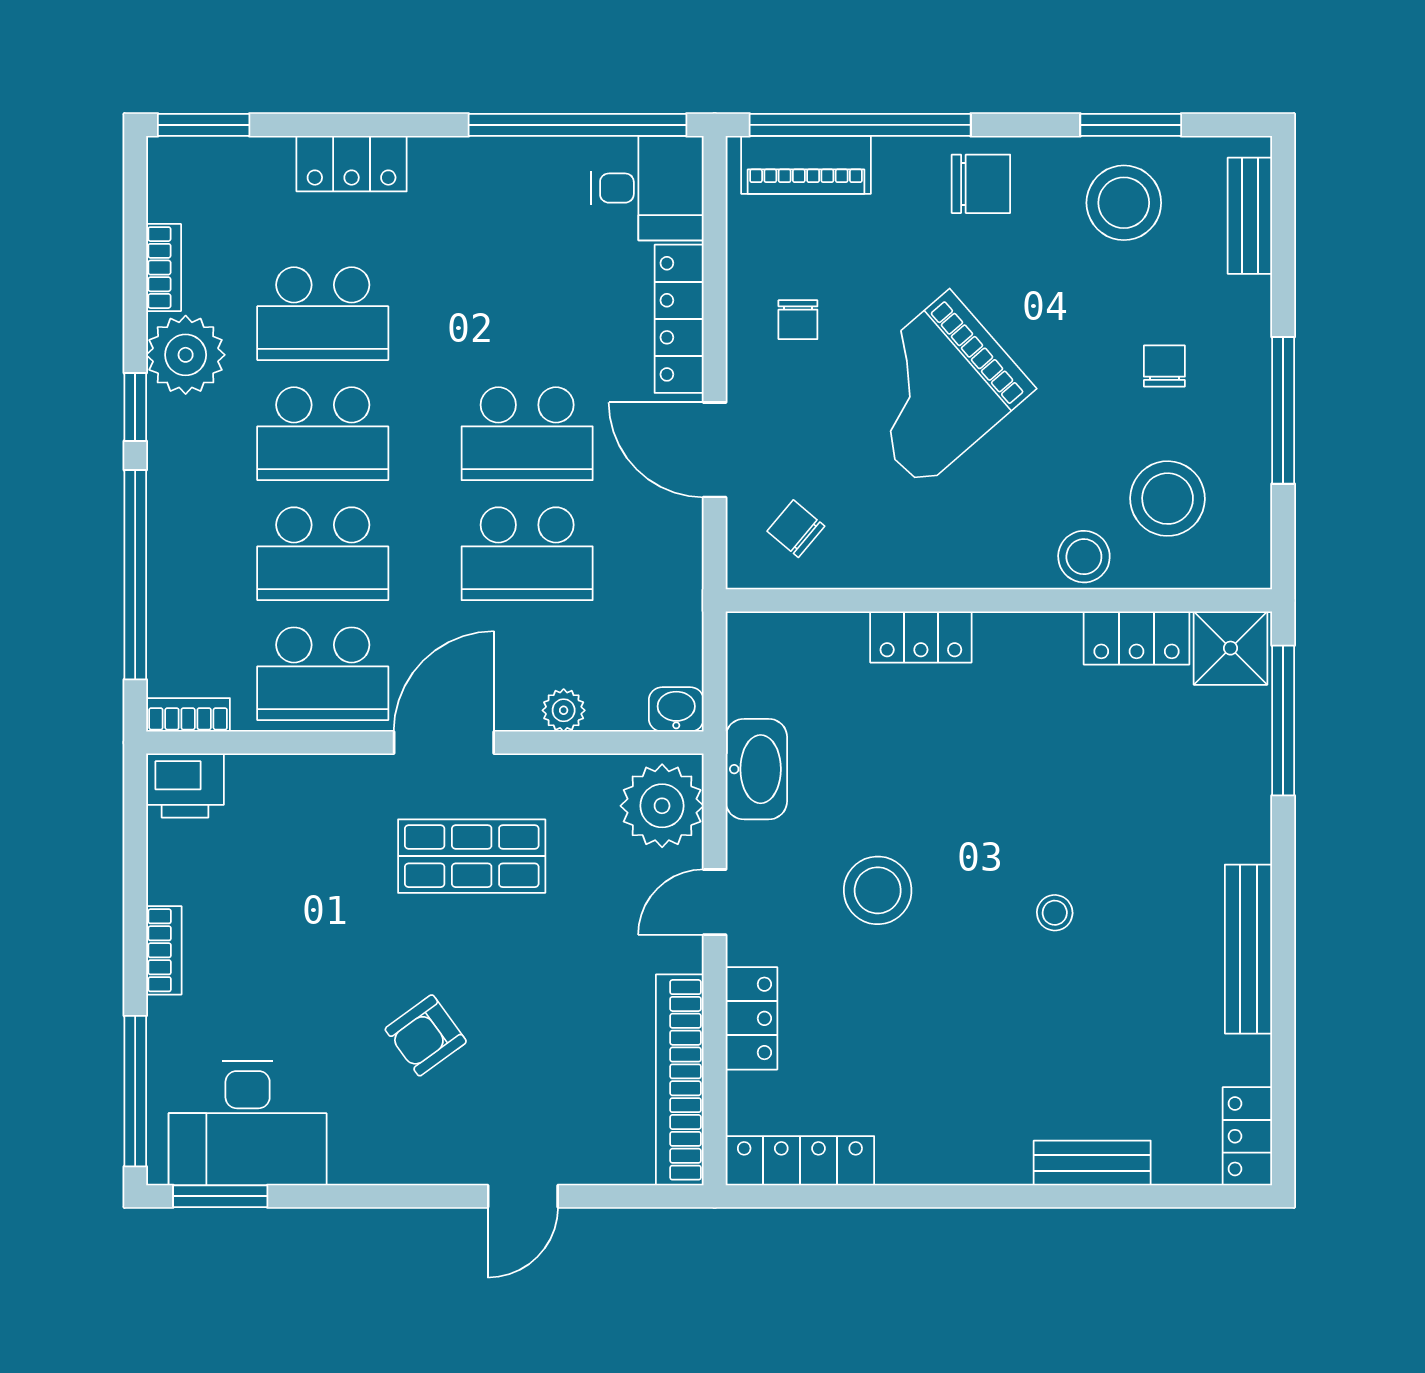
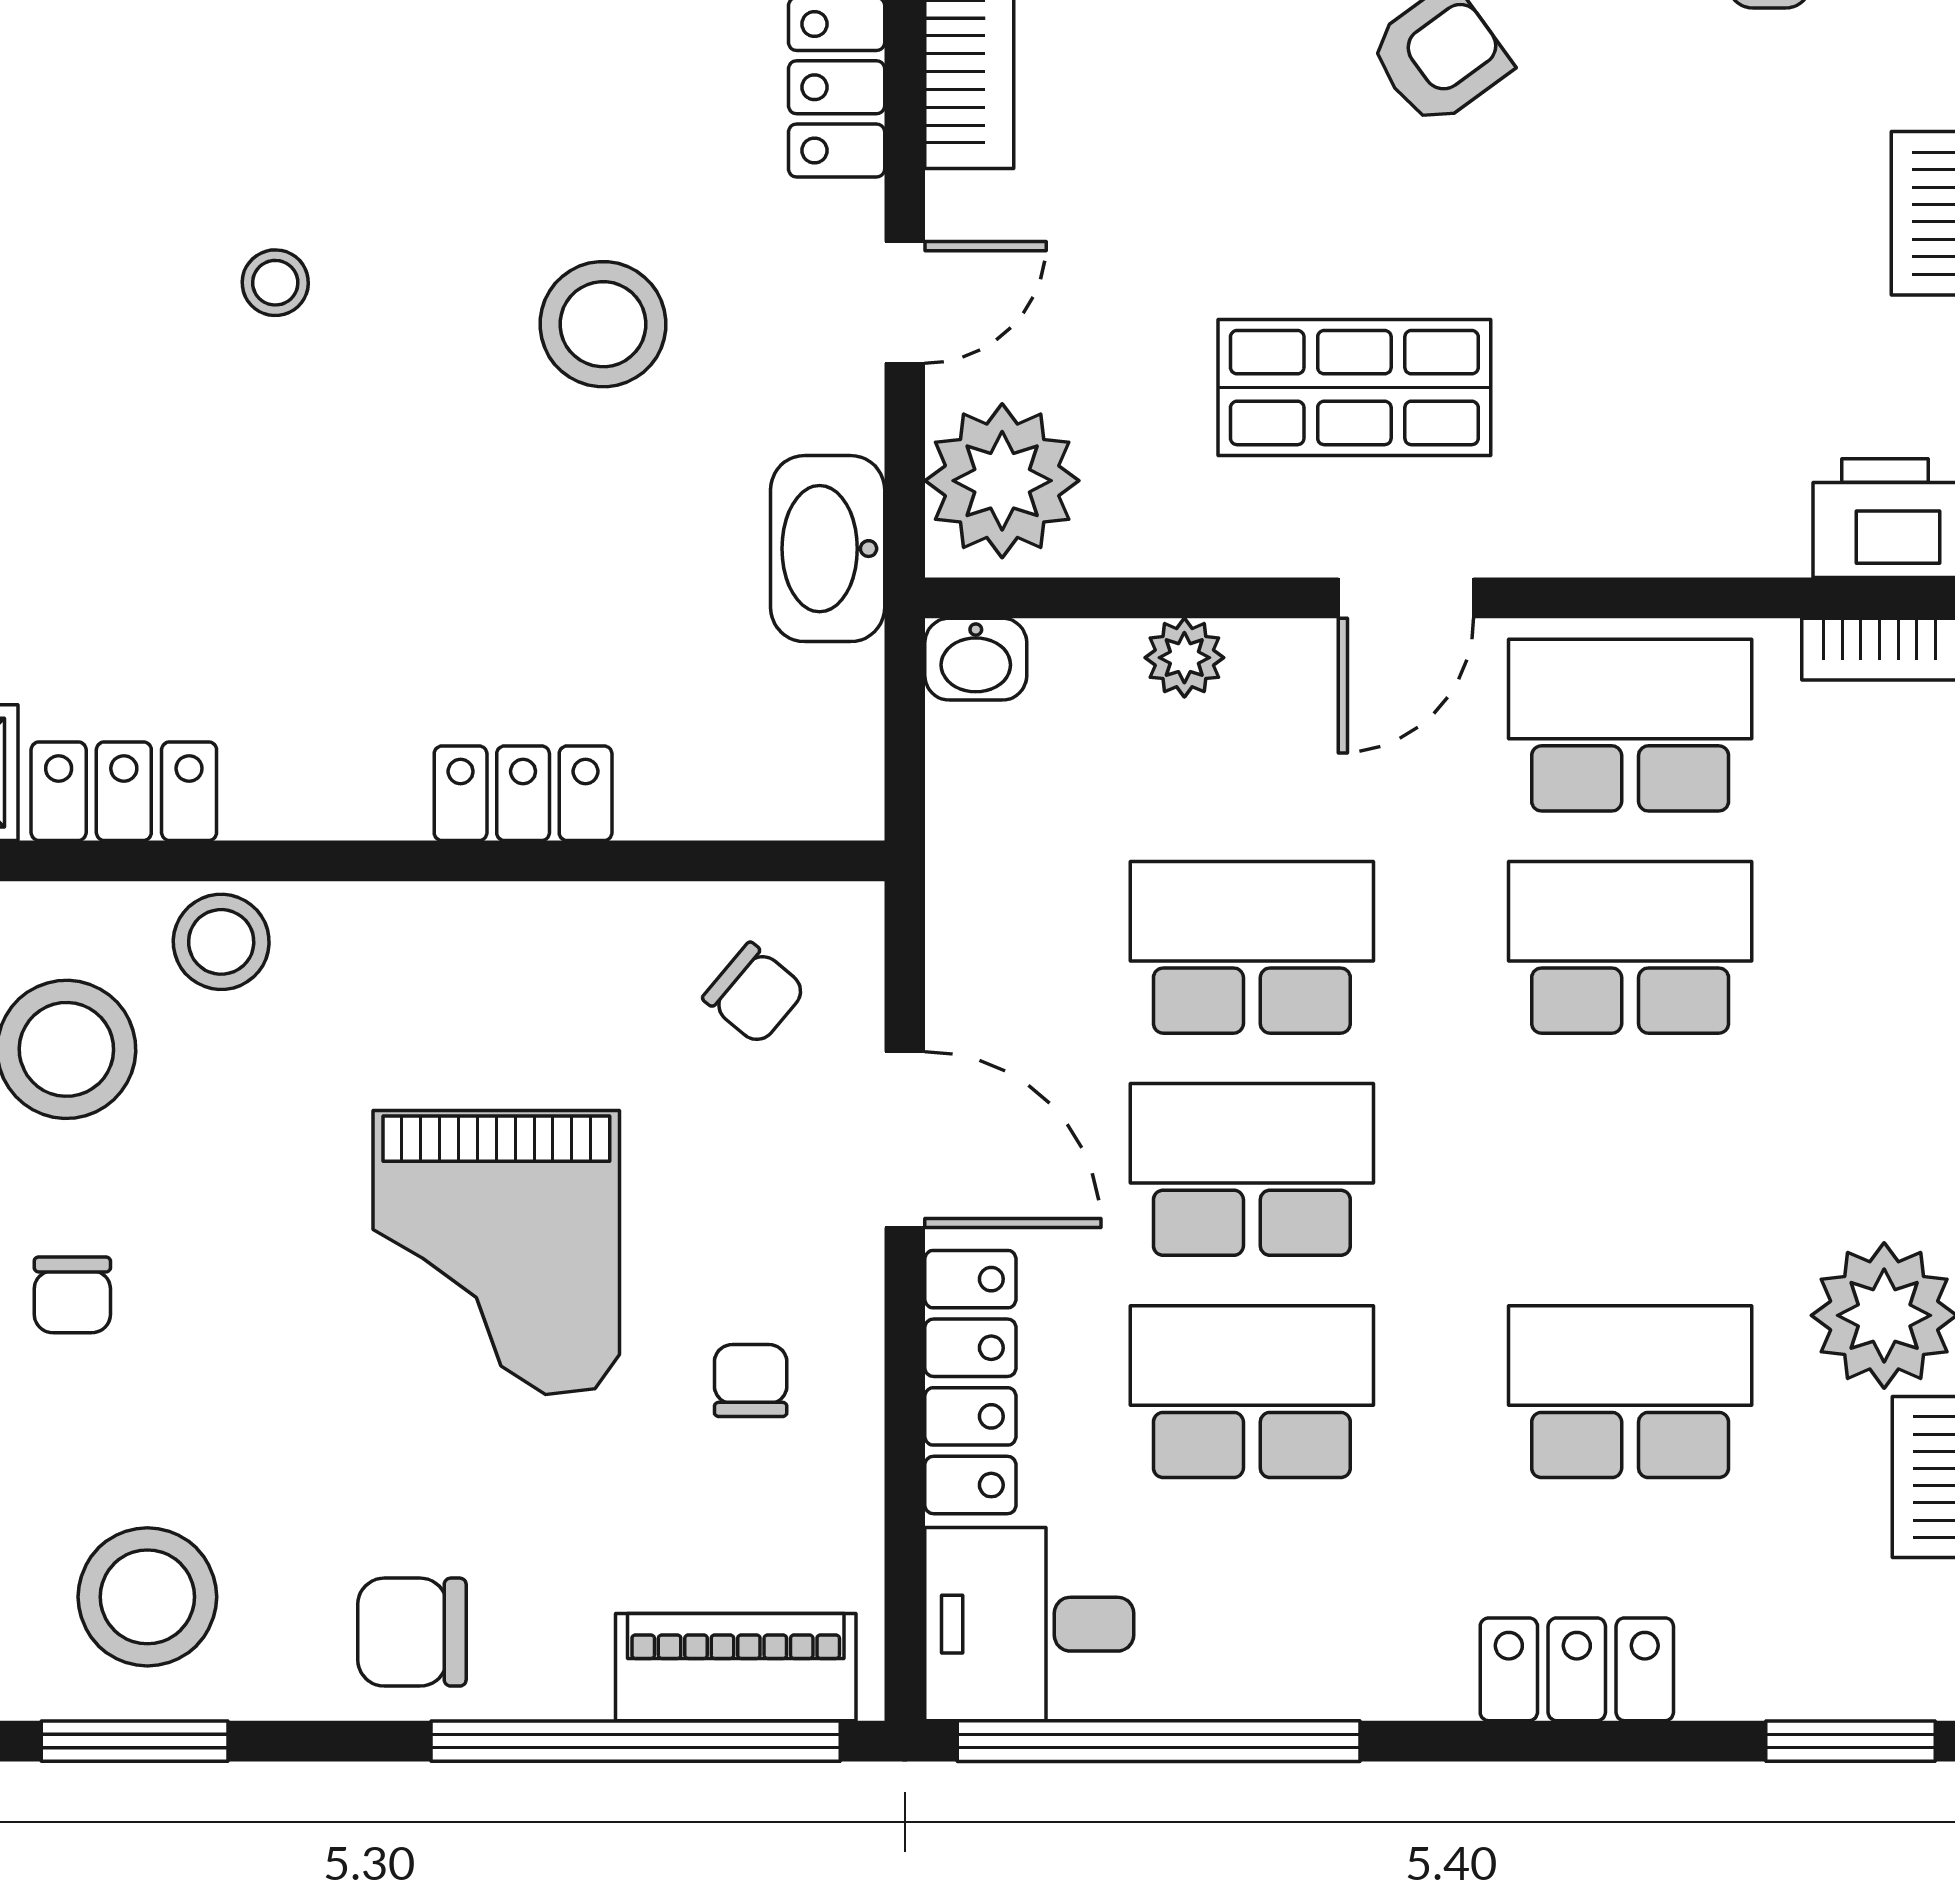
grand piano: (935, 389) -> (496, 1252), turned 131
school desk: (323, 434) -> (1252, 1392), moved
door: (444, 743) -> (1406, 598), width x0.73

